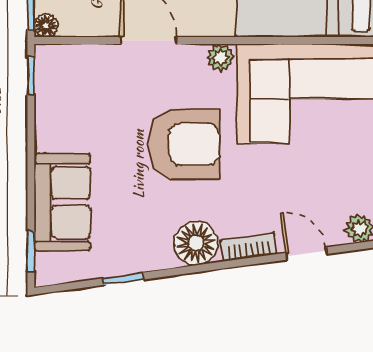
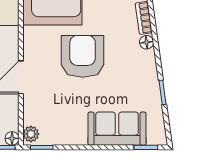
plant: (220, 57) -> (31, 134), moved
floor lamp: (196, 243) -> (147, 42), width x0.53, depth x0.53

